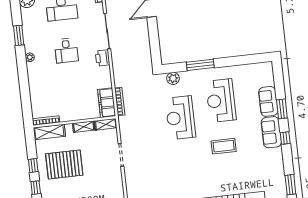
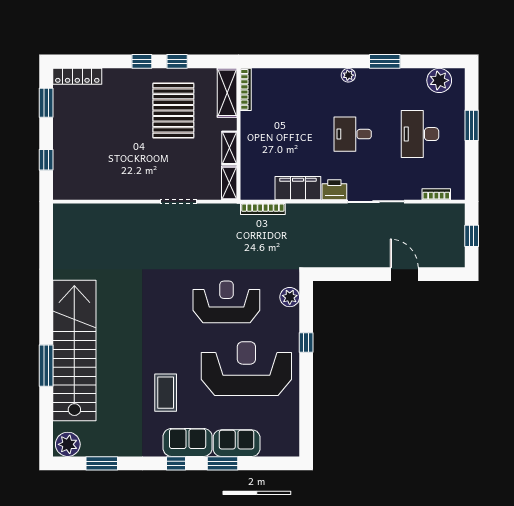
window: (200, 65) -> (306, 342), width x0.46
reception desk: (221, 101) -> (246, 369), width x1.36, depth x1.30
filing cabinet: (107, 103) -> (298, 188), moved
coffee table: (224, 146) -> (166, 393), moved

